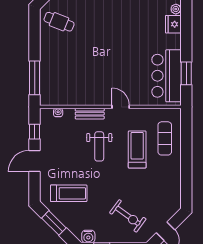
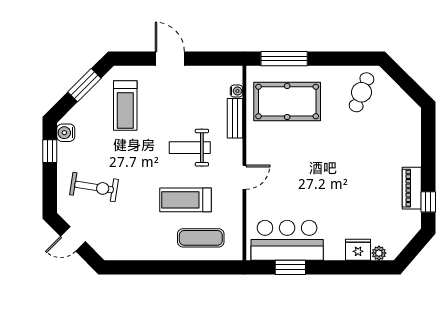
pool table: (66, 76) -> (287, 101), added
bench: (90, 114) -> (235, 118), moved
window: (35, 132) -> (210, 59), removed
treadmill: (137, 149) -> (186, 200), turned 180
exercise bike: (128, 216) -> (94, 187), turned -117

